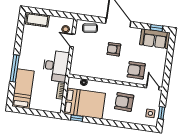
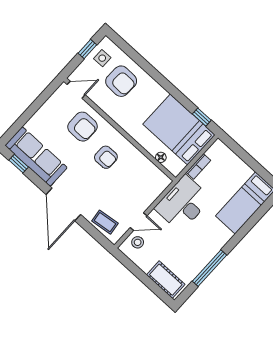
sofa: (155, 39) -> (36, 157), width x1.36
door: (72, 40) -> (139, 222), hinge flipped
armchair: (114, 49) -> (106, 157), moved
window: (15, 68) -> (209, 268), moved
door: (153, 87) -> (76, 90), swing flipped
armchair: (124, 102) -> (121, 81), moved

